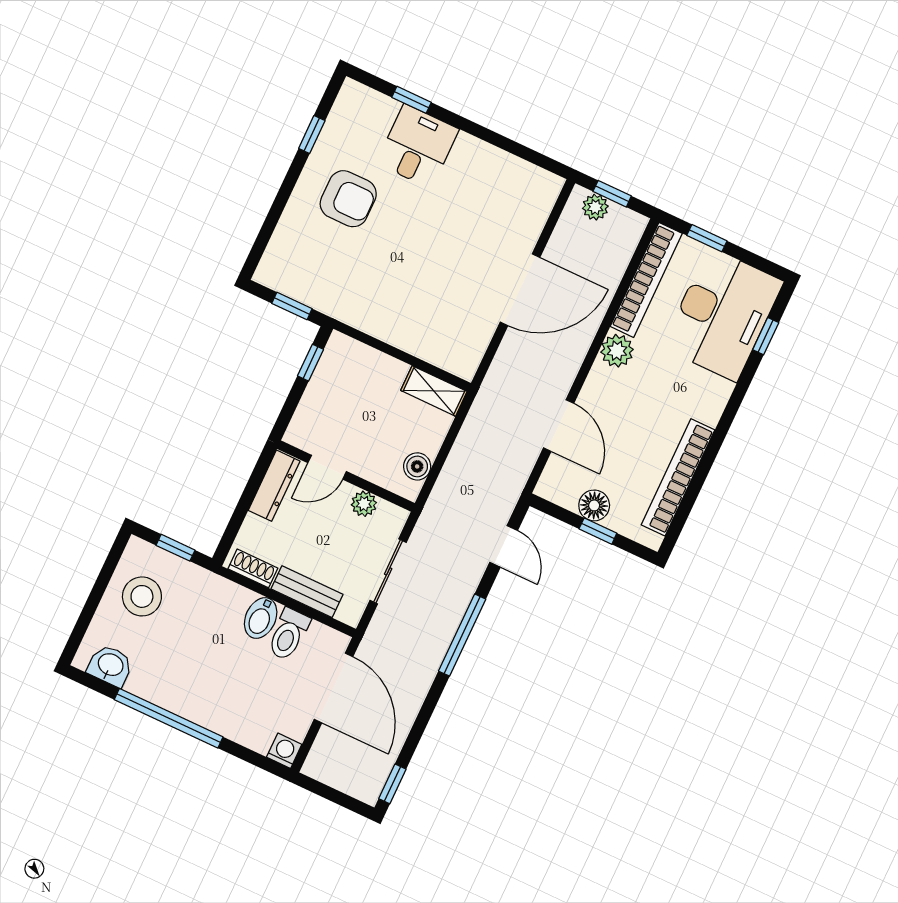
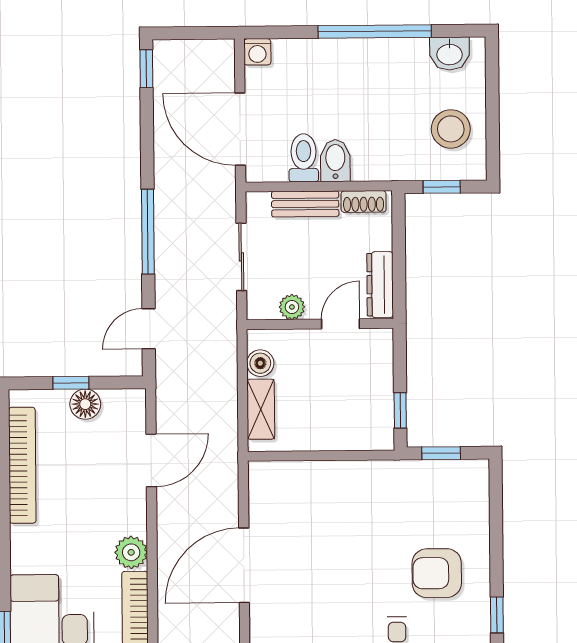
shelving: (434, 391) -> (261, 409), moved, turned 90
door: (559, 426) -> (151, 460), swing flipped
door: (504, 546) -> (149, 329), hinge flipped

